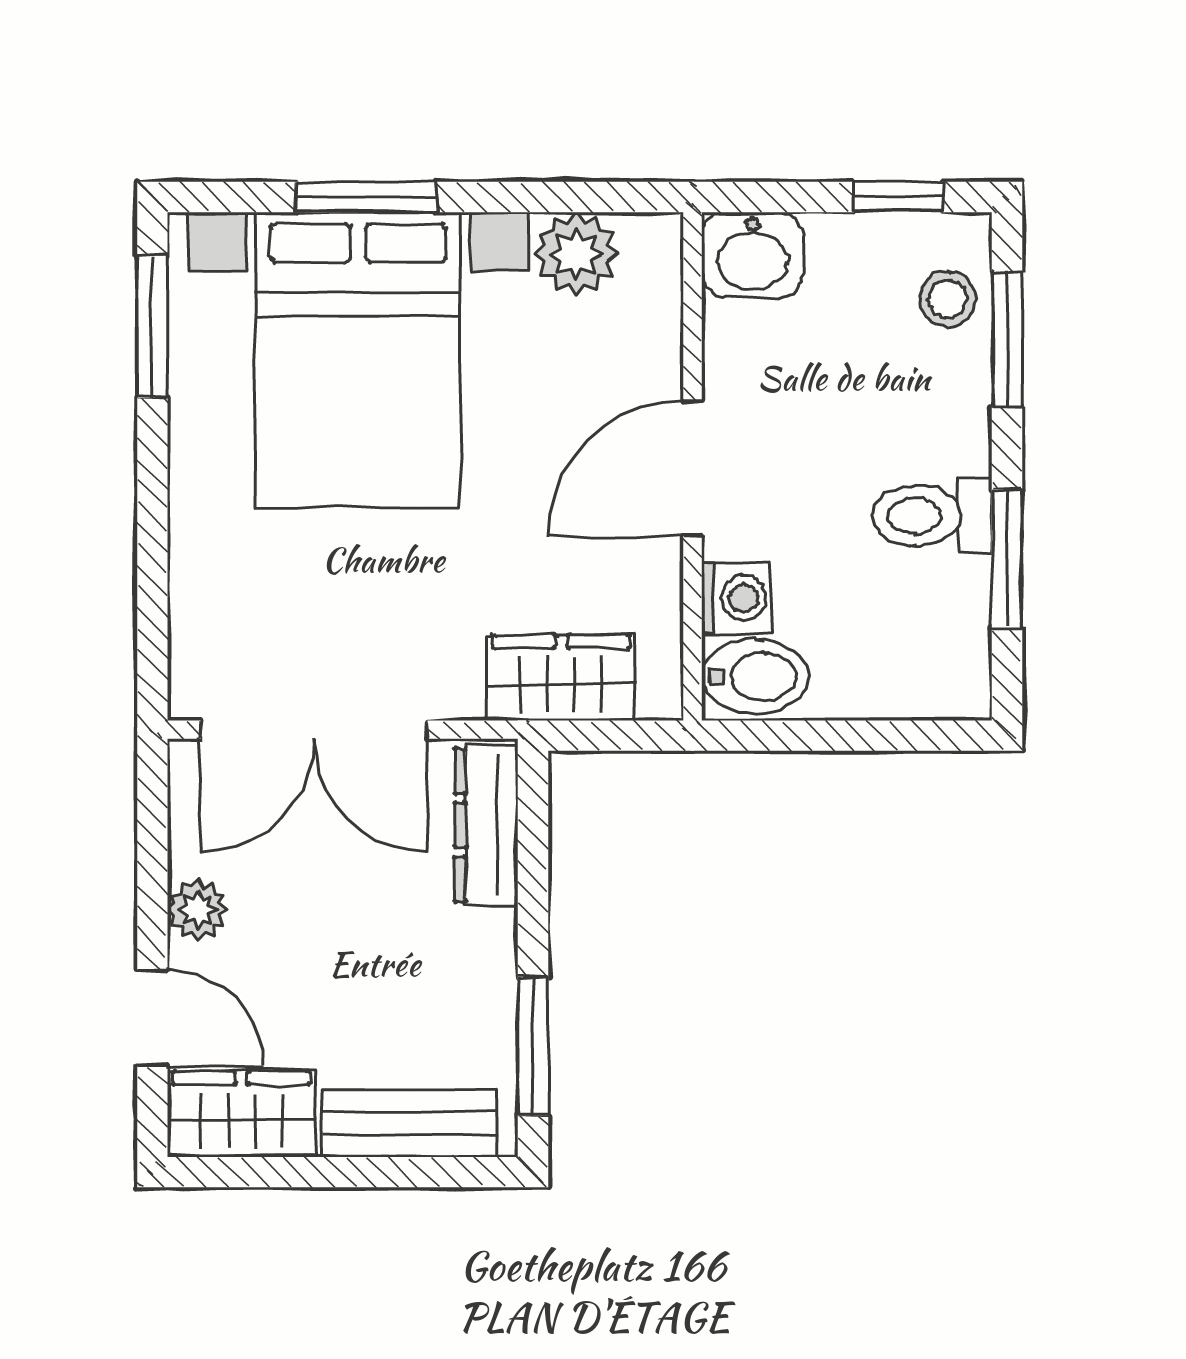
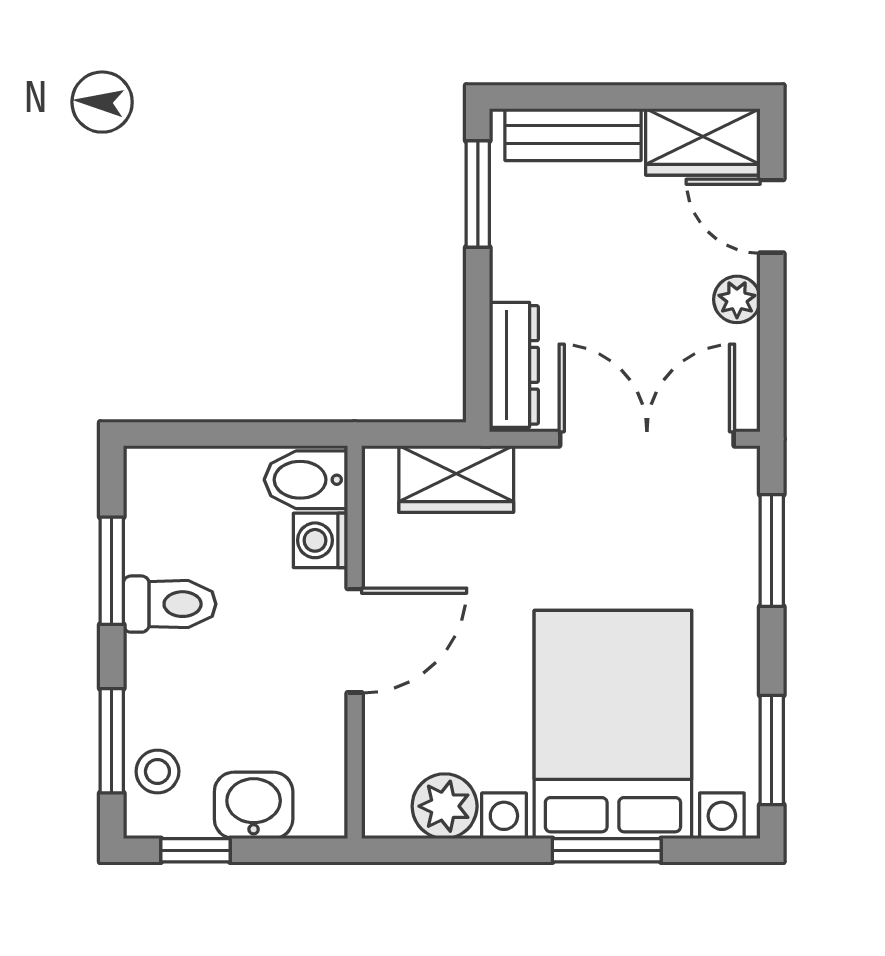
washbasin: (752, 255) -> (254, 805), moved
window: (152, 585) -> (772, 550), added

